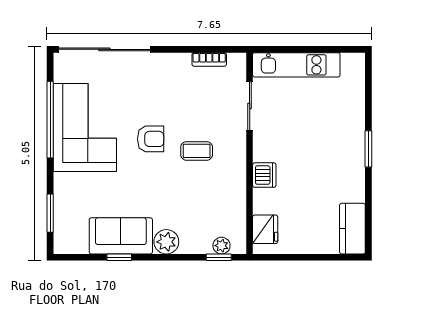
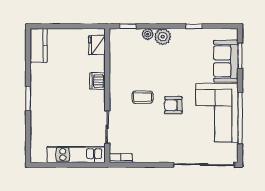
bookcase: (209, 59) -> (121, 158), moved
sofa: (121, 236) -> (226, 61), moved, turned 90
plant: (222, 246) -> (148, 34), moved

